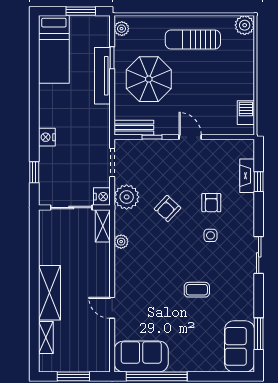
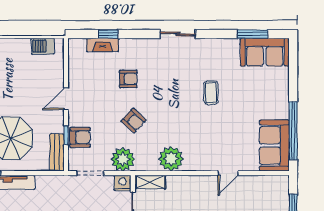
armchair: (150, 152) -> (80, 137), added
side table: (210, 235) -> (159, 80), removed
plant: (121, 242) -> (171, 159), width x1.88, depth x1.88

